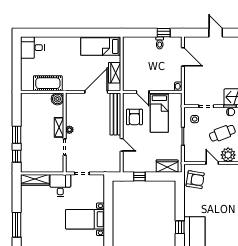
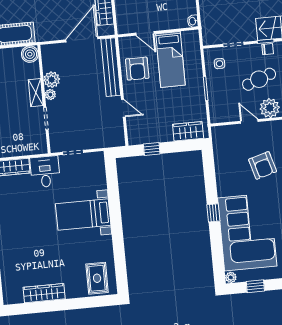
plant: (71, 119) -> (52, 80), added
armchair: (195, 180) -> (263, 165), moved, turned 65

